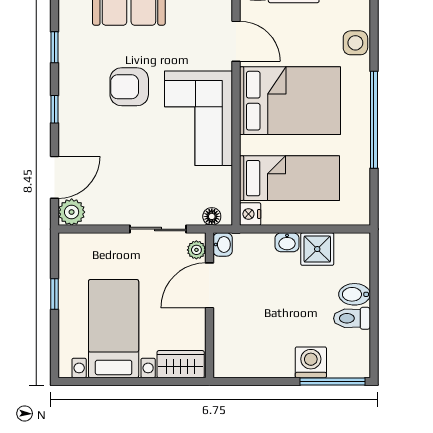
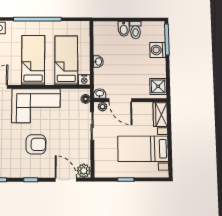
armchair: (129, 87) -> (36, 144), moved, turned -90
bed: (290, 101) -> (33, 60), width x0.67
shower: (317, 249) -> (158, 86), moved

